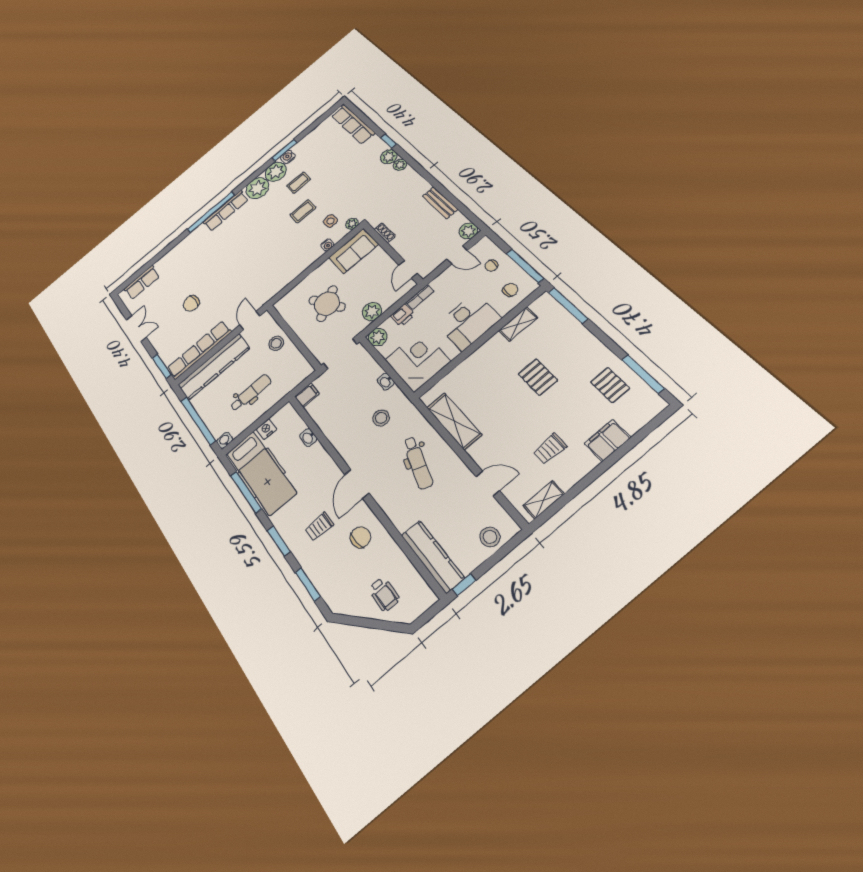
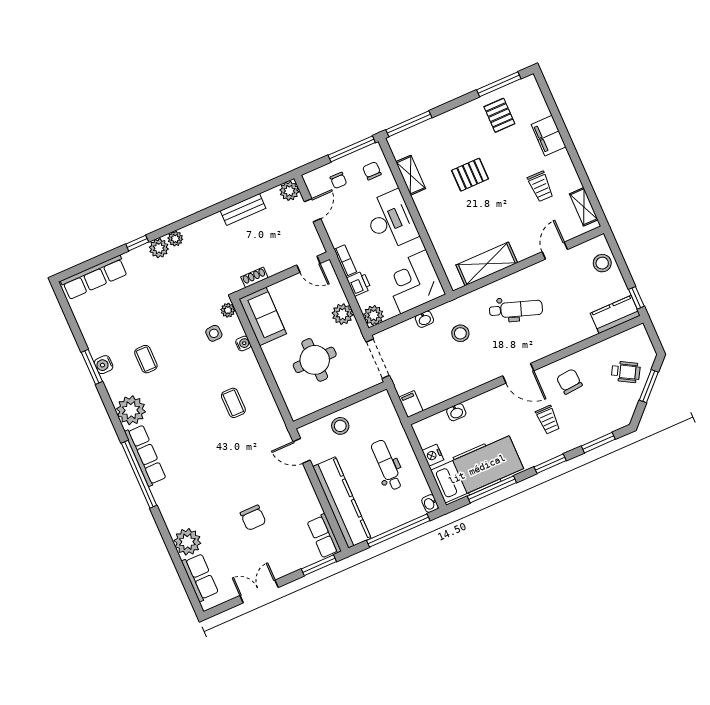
plant: (276, 172) -> (187, 542), moved
coffee table: (303, 211) -> (233, 403), moved
round table: (327, 304) -> (315, 360), turned 31
row of seats: (199, 350) -> (324, 536), width x0.50
pallet: (610, 385) -> (499, 115), turned 90
kitchen counter: (432, 556) -> (615, 314), width x0.67
wheelchair: (384, 594) -> (626, 372), turned 30
window: (375, 624) -> (649, 386), added

